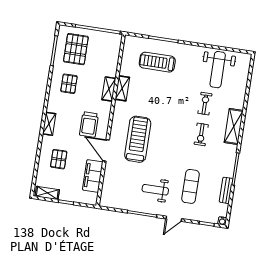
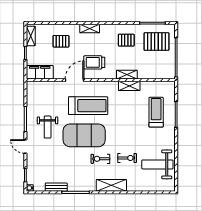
filing cabinet: (93, 176) -> (40, 72), moved
exercise mat: (191, 186) -> (84, 135), moved, width x2.00, depth x1.45
weight bench: (155, 190) -> (48, 127), turned 180

